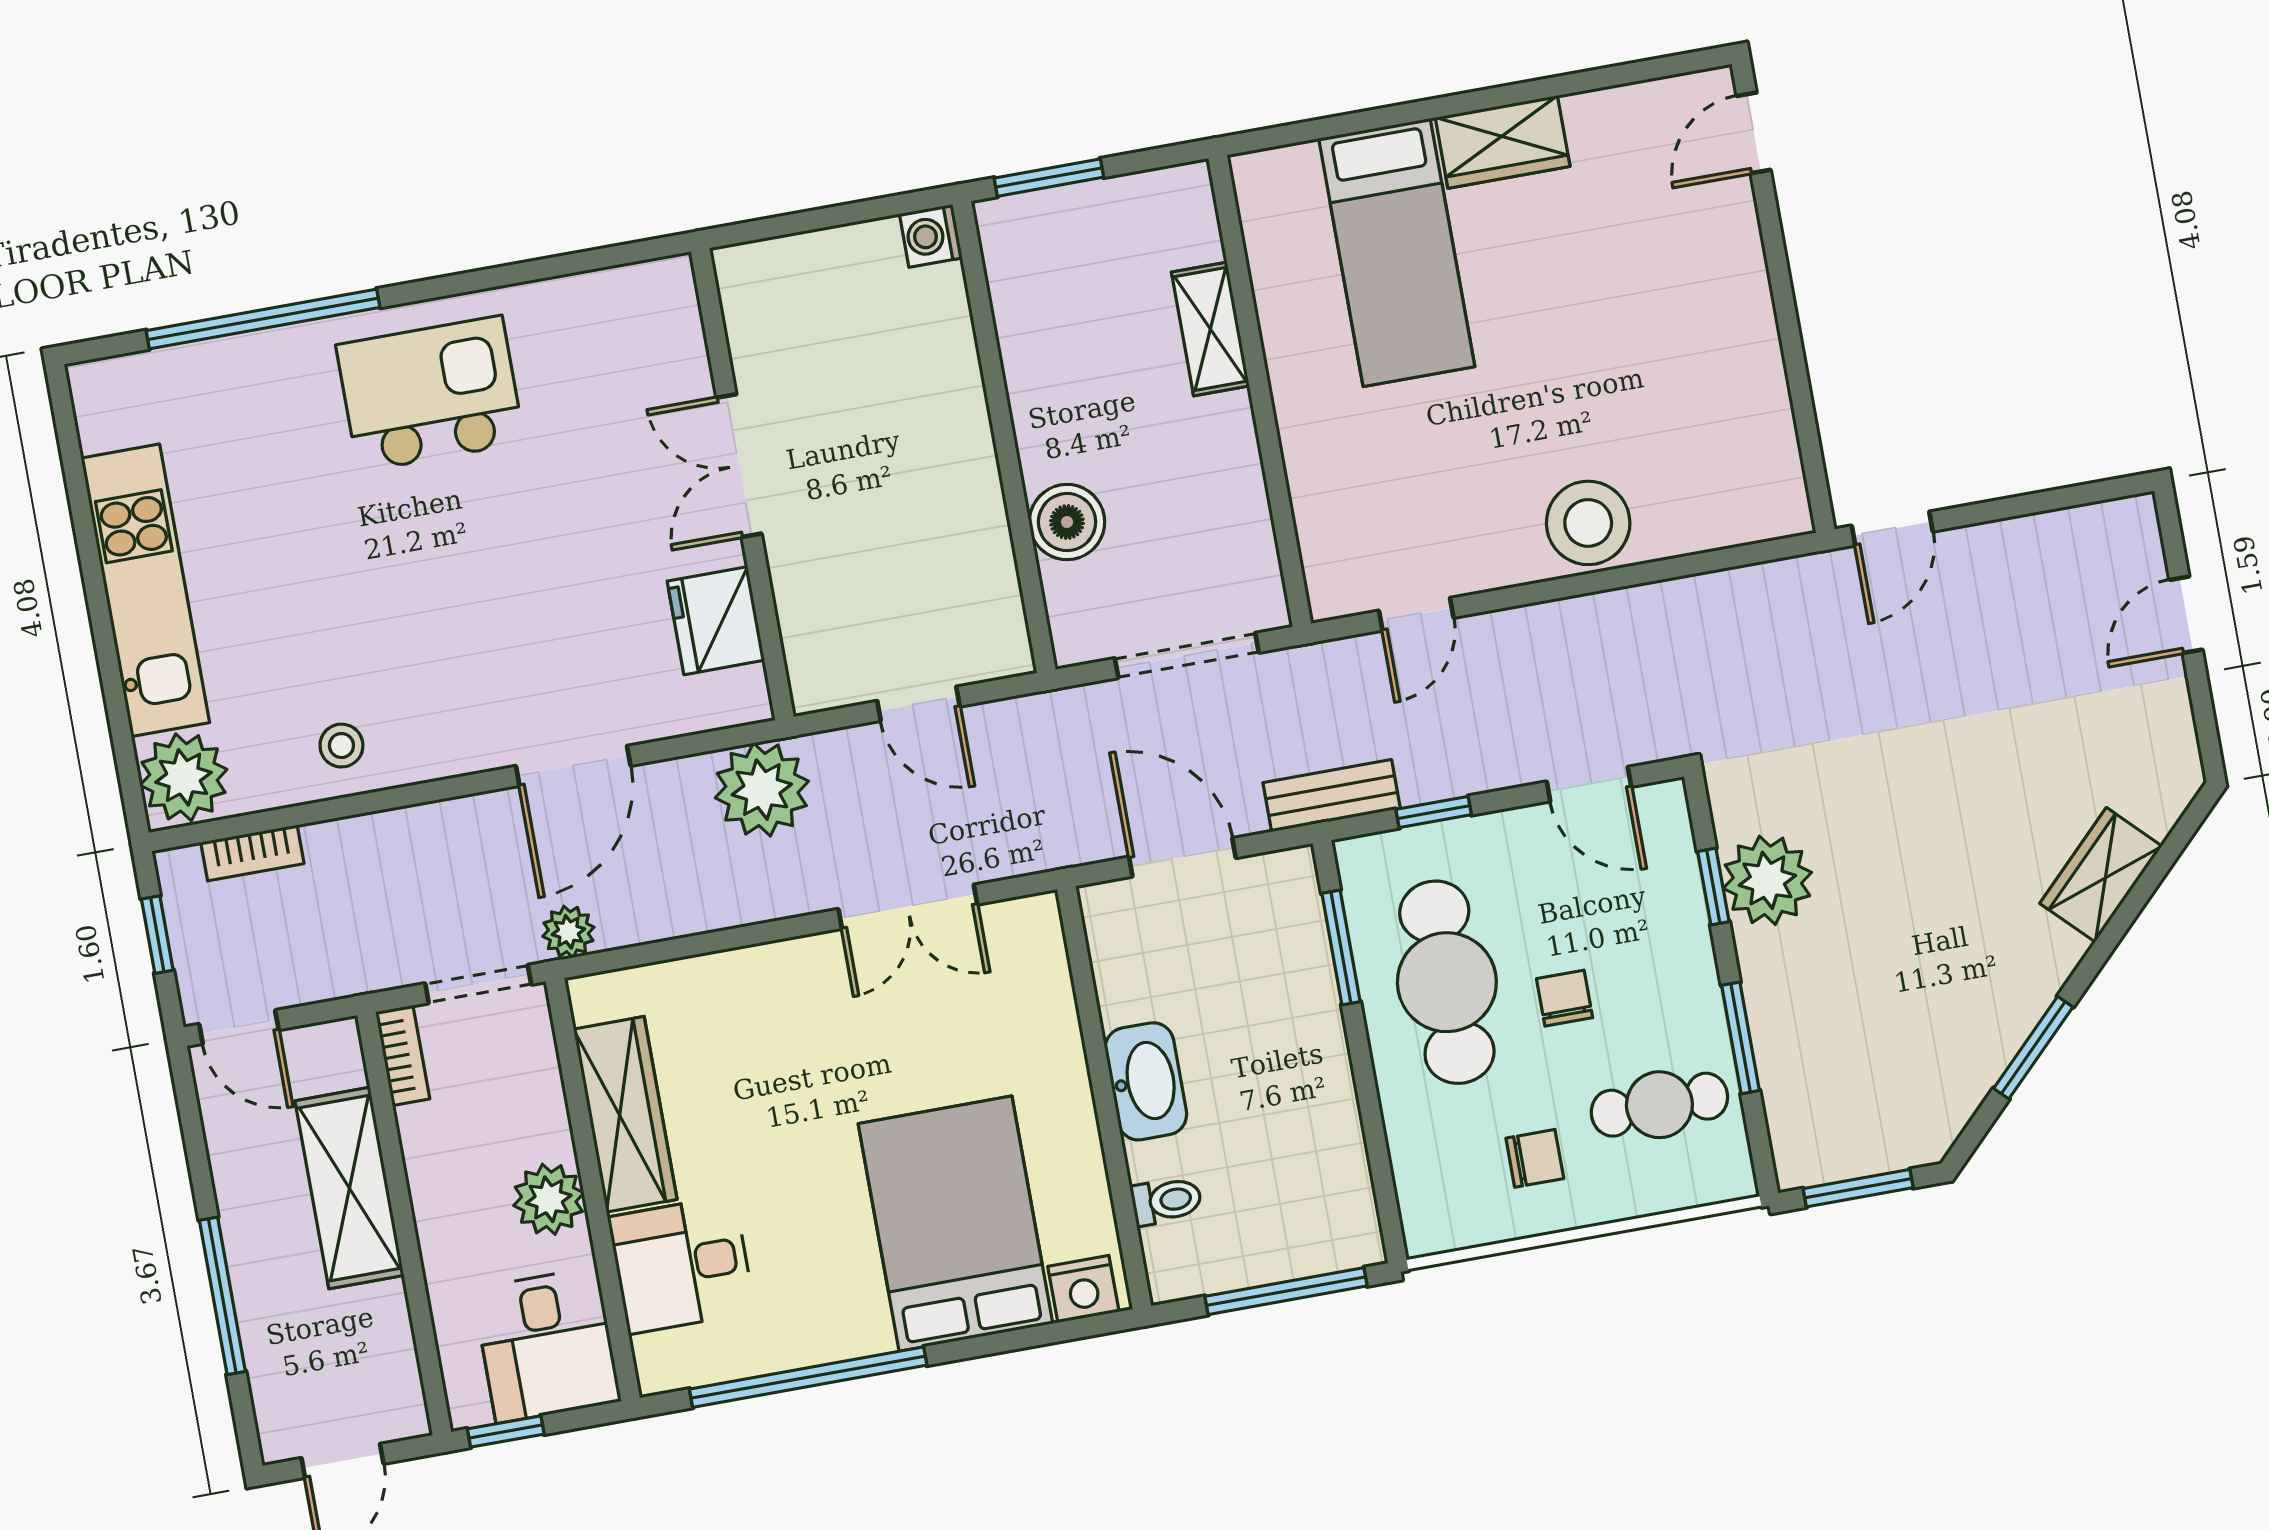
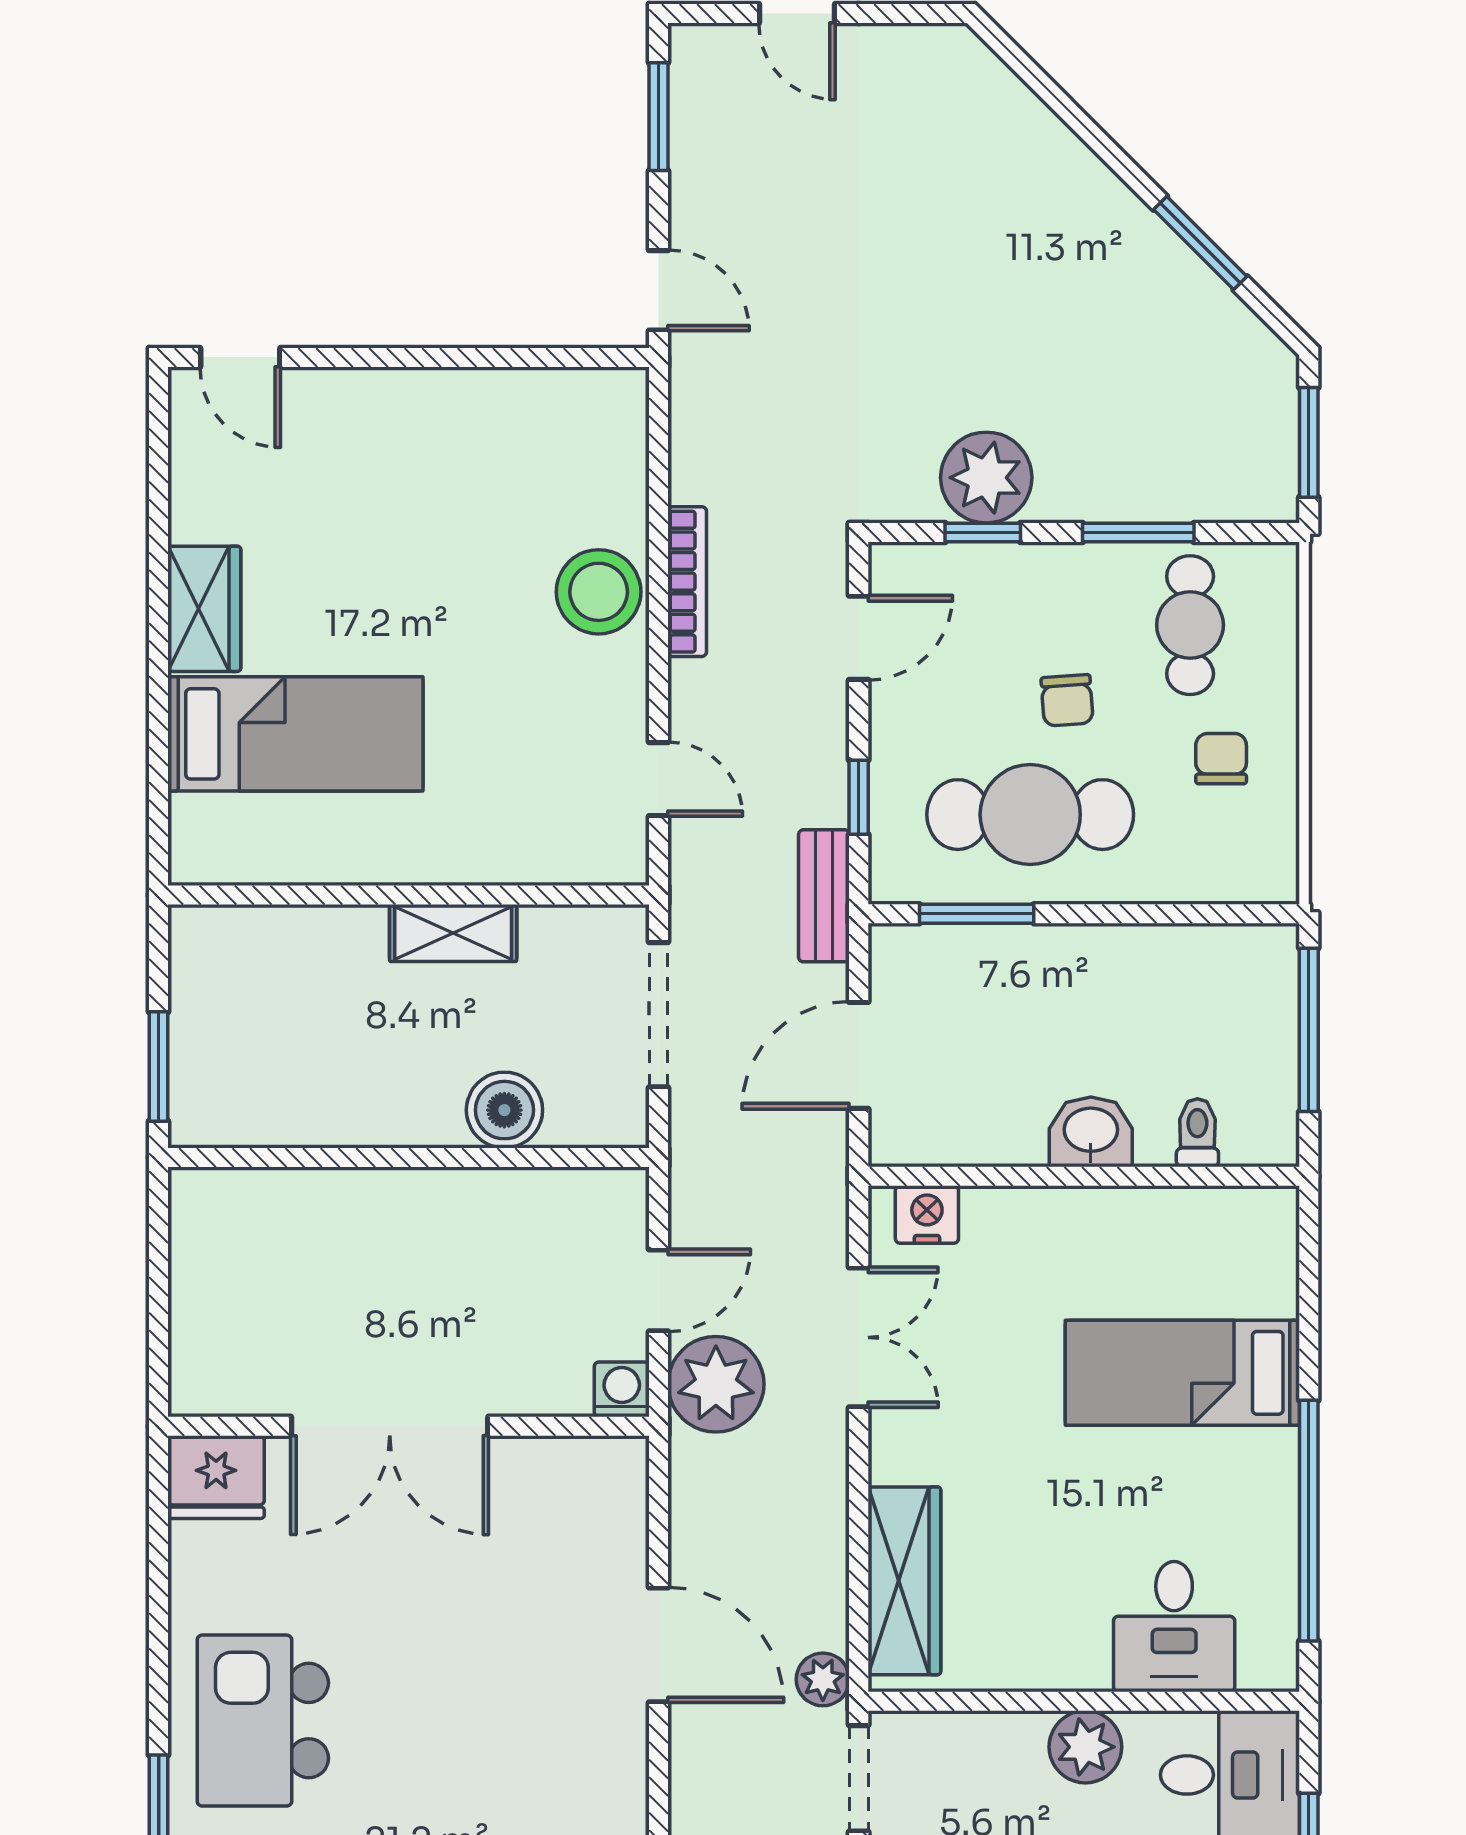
washing machine: (931, 236) -> (622, 1389), moved, turned 180
shelving: (1210, 329) -> (453, 933), moved
double door: (739, 466) -> (390, 1426), width x1.37
window: (2061, 498) -> (659, 117), added
bookcase: (1614, 607) -> (687, 582), added
fridge: (716, 621) -> (216, 1477), moved
plant: (762, 790) -> (716, 1384), moved
wardrobe: (2101, 875) -> (1040, 145), removed
chair: (1565, 998) -> (1067, 700), turned -94
washbasin: (1146, 1081) -> (1091, 1132), width x0.72
wardrobe: (625, 1114) -> (904, 1581), moved, turned 90
bed: (956, 1224) -> (1182, 1373), width x0.67
nightstand: (1083, 1289) -> (927, 1215), moved, turned -90

